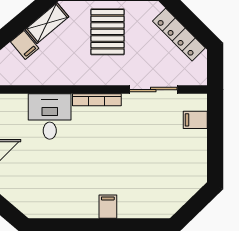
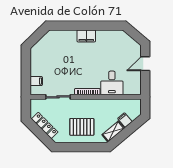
pallet: (107, 32) -> (82, 127), turned 90
filing cabinet: (108, 207) -> (86, 36), width x2.00

